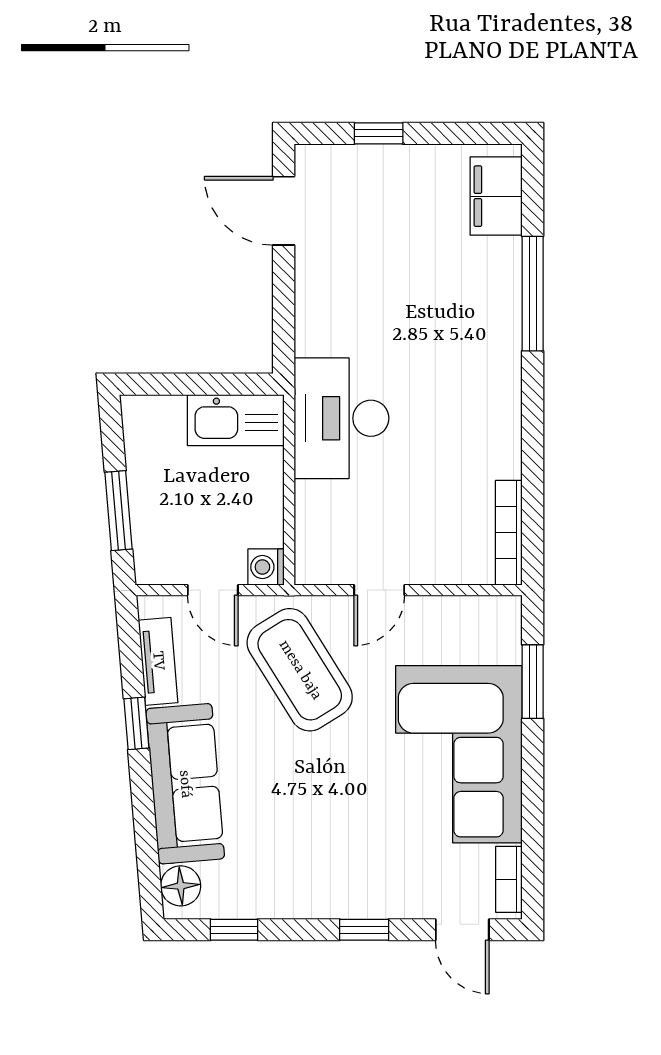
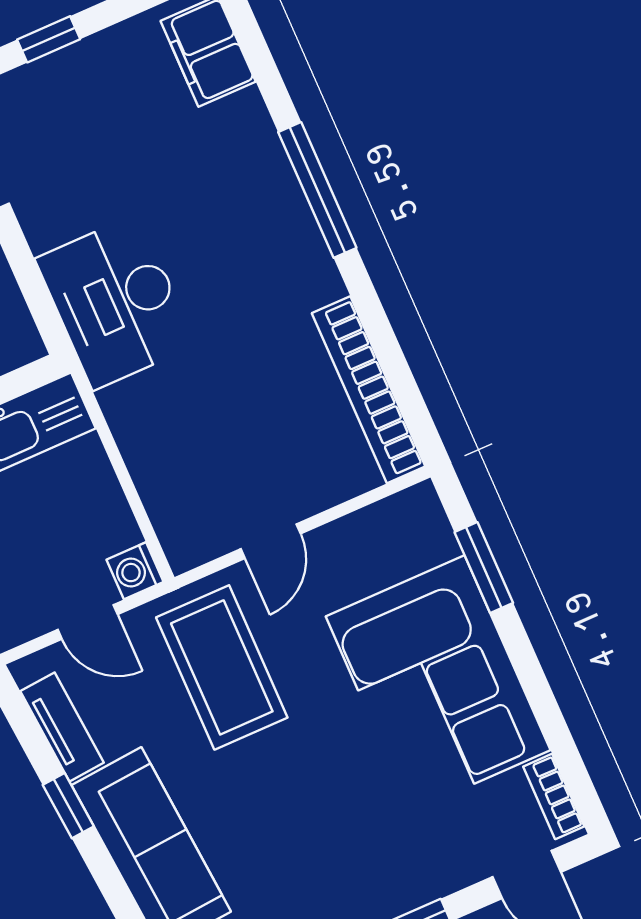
window: (533, 294) -> (317, 190), moved
desk: (341, 418) -> (116, 302), moved
bookcase: (509, 533) -> (369, 390), width x1.48, depth x1.31
coffee table: (300, 670) -> (222, 667), turned 32

